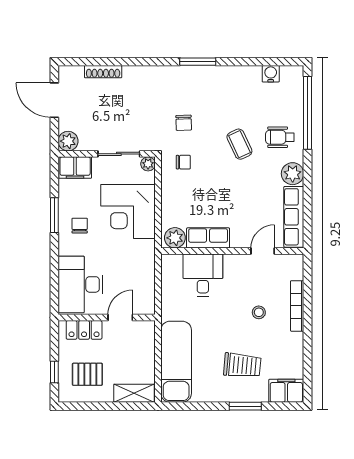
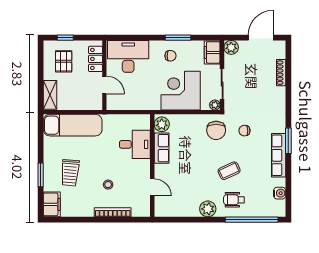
wheelchair: (280, 137) -> (234, 200), turned -90
chair: (183, 162) -> (216, 130), width x1.87, depth x1.87
row of seats: (294, 217) -> (279, 155), moved, turned -90

